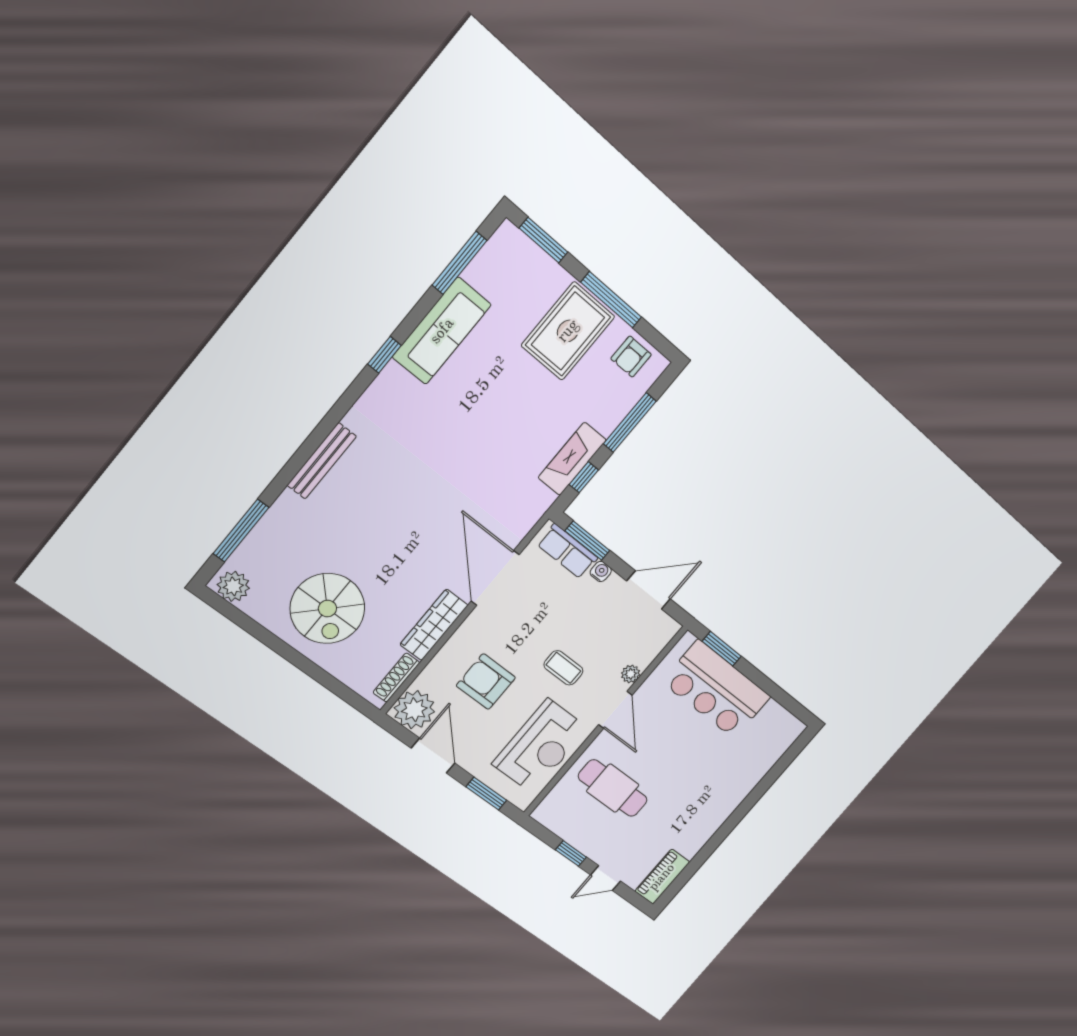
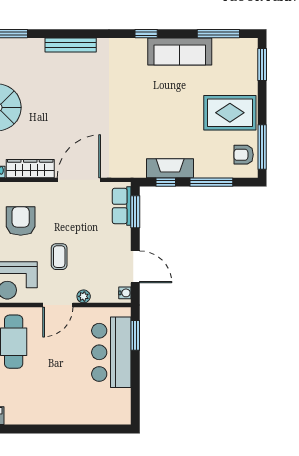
window: (611, 300) -> (262, 147), moved
water cooler: (601, 571) -> (125, 293), moved

